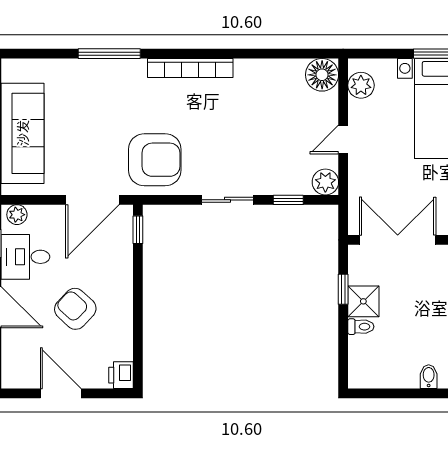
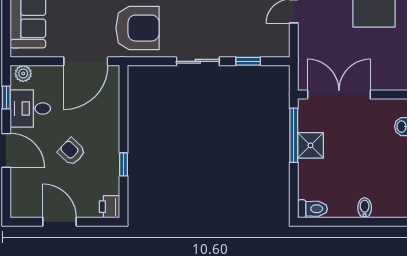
plant: (325, 182) -> (279, 47), removed
window: (138, 230) -> (124, 164), moved
window: (343, 289) -> (294, 135), width x2.17
armchair: (75, 309) -> (72, 152), width x0.72, depth x0.72
toilet: (361, 327) -> (313, 209), moved, width x1.37, depth x1.39

